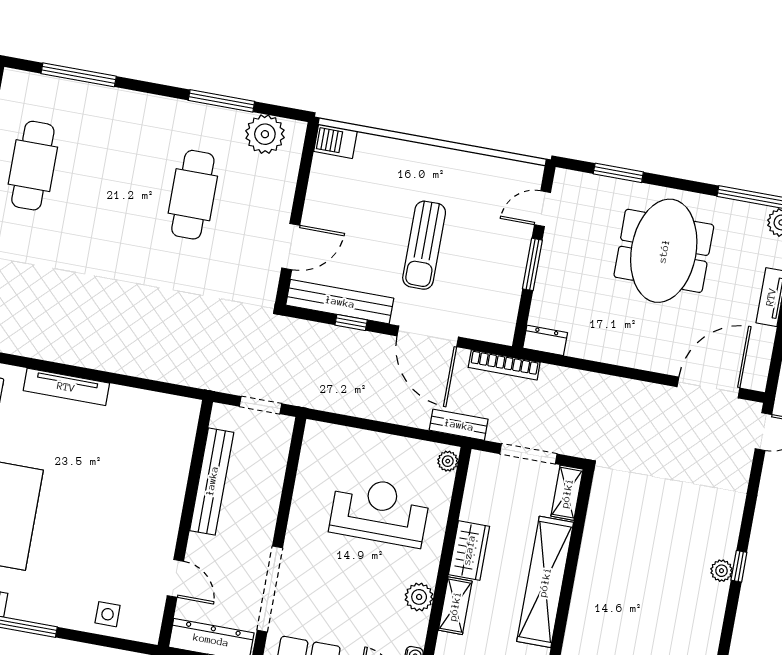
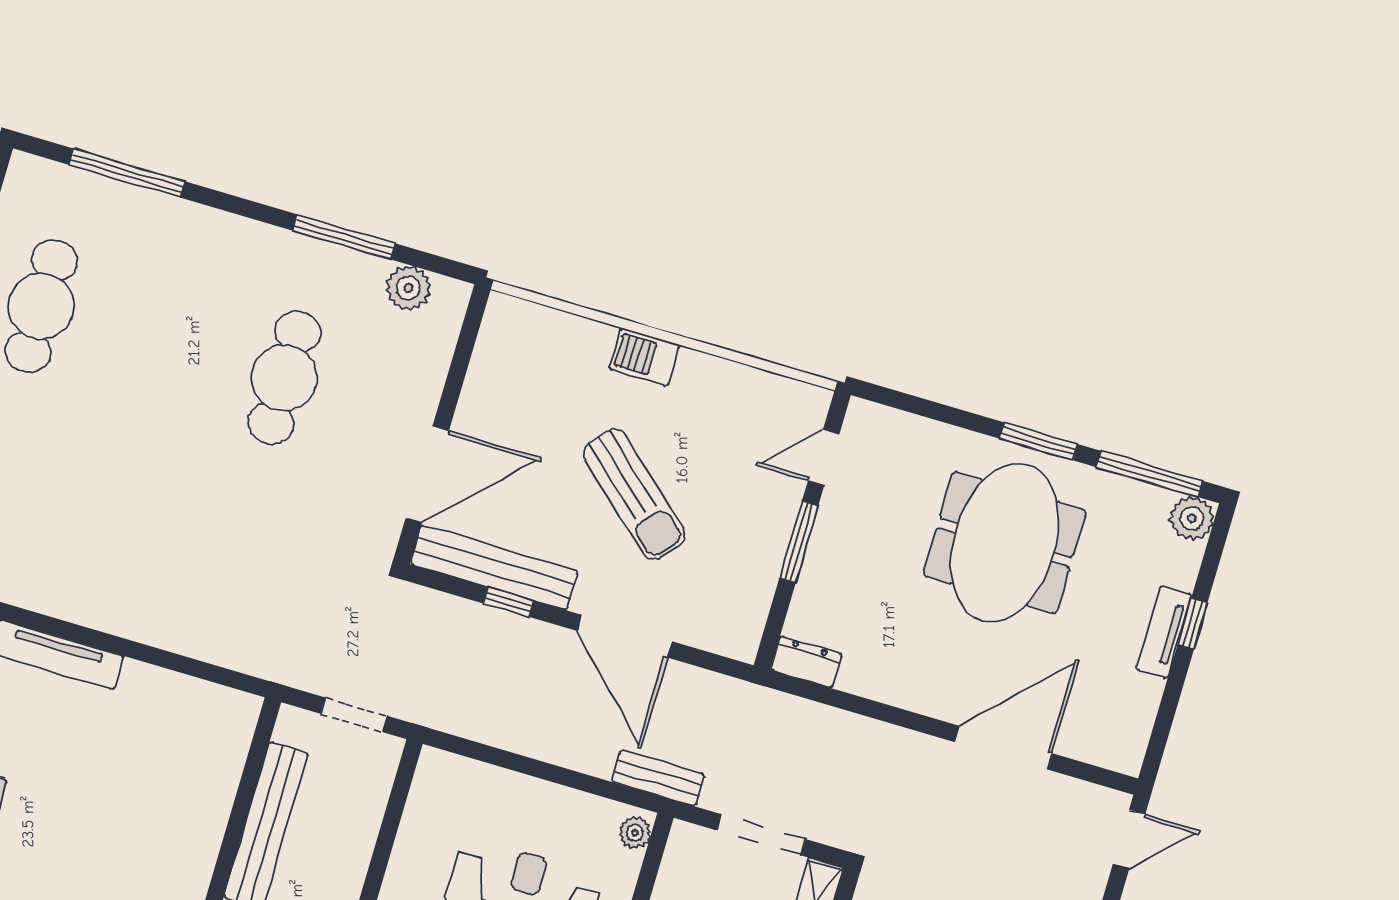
plant: (265, 134) -> (408, 288), width x0.73, depth x0.73
barbecue: (335, 141) -> (644, 357), moved
window: (618, 173) -> (1039, 441), moved
sun lounger: (424, 245) -> (634, 494), turned -48
door: (291, 247) -> (427, 474), width x1.36
bookcase: (504, 365) -> (738, 693), removed
door: (708, 387) -> (1003, 748), moved

